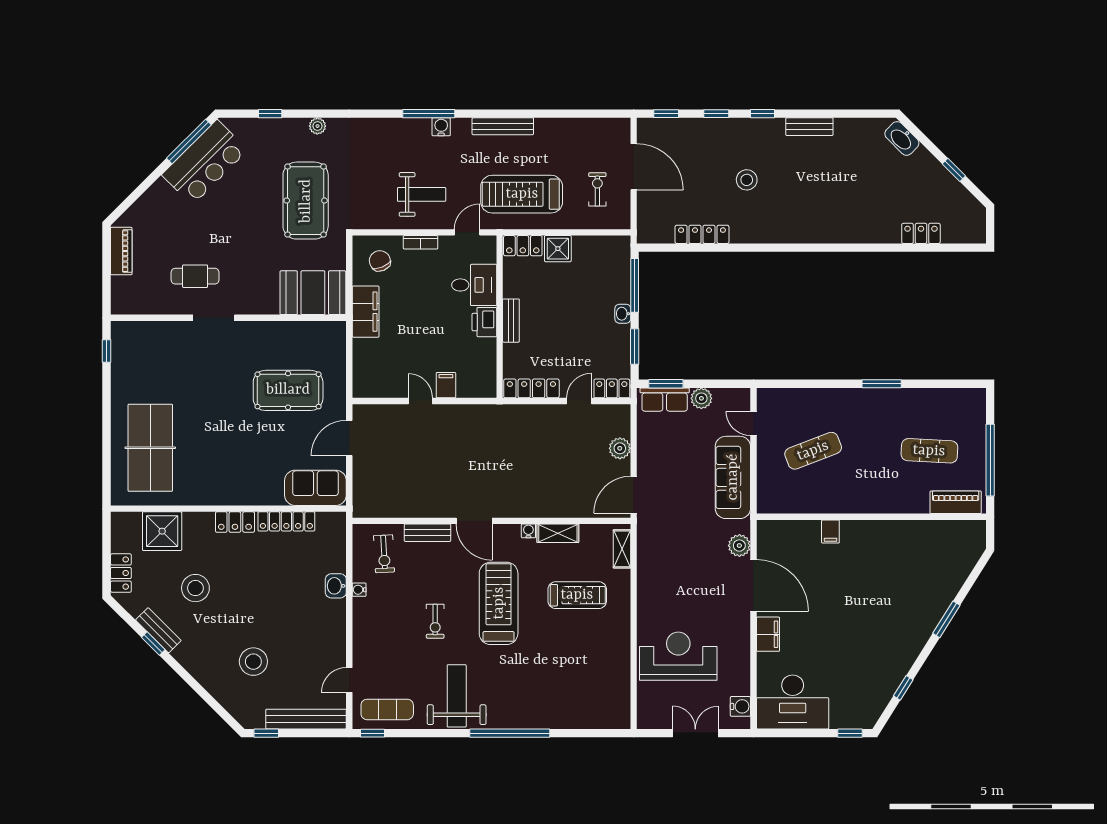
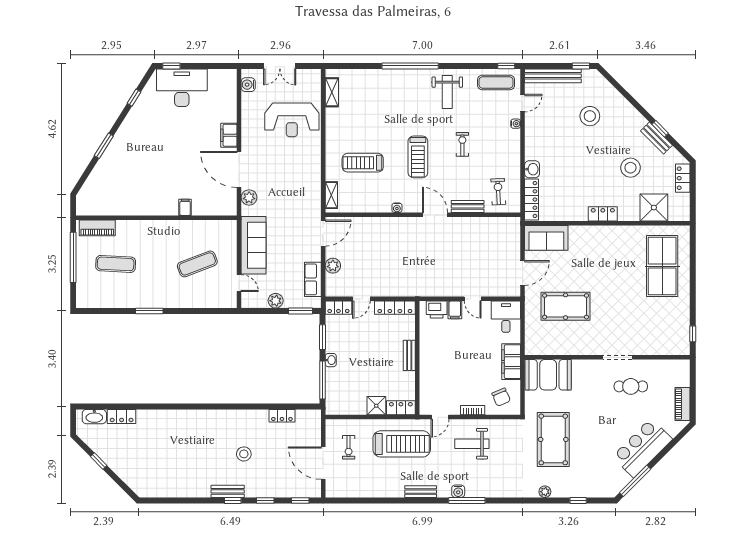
bench: (503, 126) -> (421, 492), width x0.73
bench: (809, 127) -> (228, 491), moved
washbasin: (902, 138) -> (94, 417), moved, turned 135
bar counter: (205, 162) -> (642, 448), moved
locker: (702, 234) -> (282, 416), width x0.66
desk: (474, 285) -> (506, 317), moved, turned 90
printer: (484, 322) -> (437, 310), moved, turned 90
row of seats: (665, 400) -> (313, 279), moved, turned -90
locker: (286, 521) -> (532, 200), moved, turned 90
shelving: (558, 533) -> (332, 92), moved, turned 90
water cooler: (359, 590) -> (516, 124), moved
treadmill: (499, 603) -> (418, 157), width x0.73, depth x0.73
weight bench: (457, 696) -> (447, 92), width x0.73, depth x0.75
desk: (793, 702) -> (182, 88), moved

